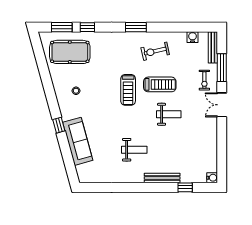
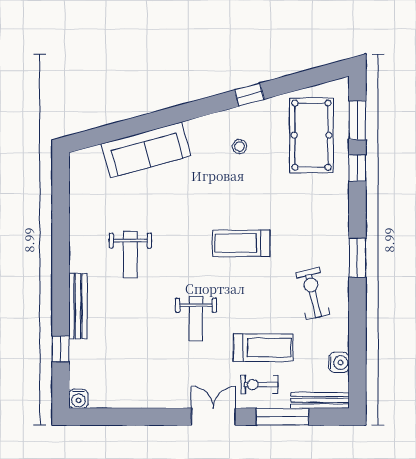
treadmill: (160, 84) -> (263, 348), moved, turned -90
window: (59, 125) -> (249, 95), moved

